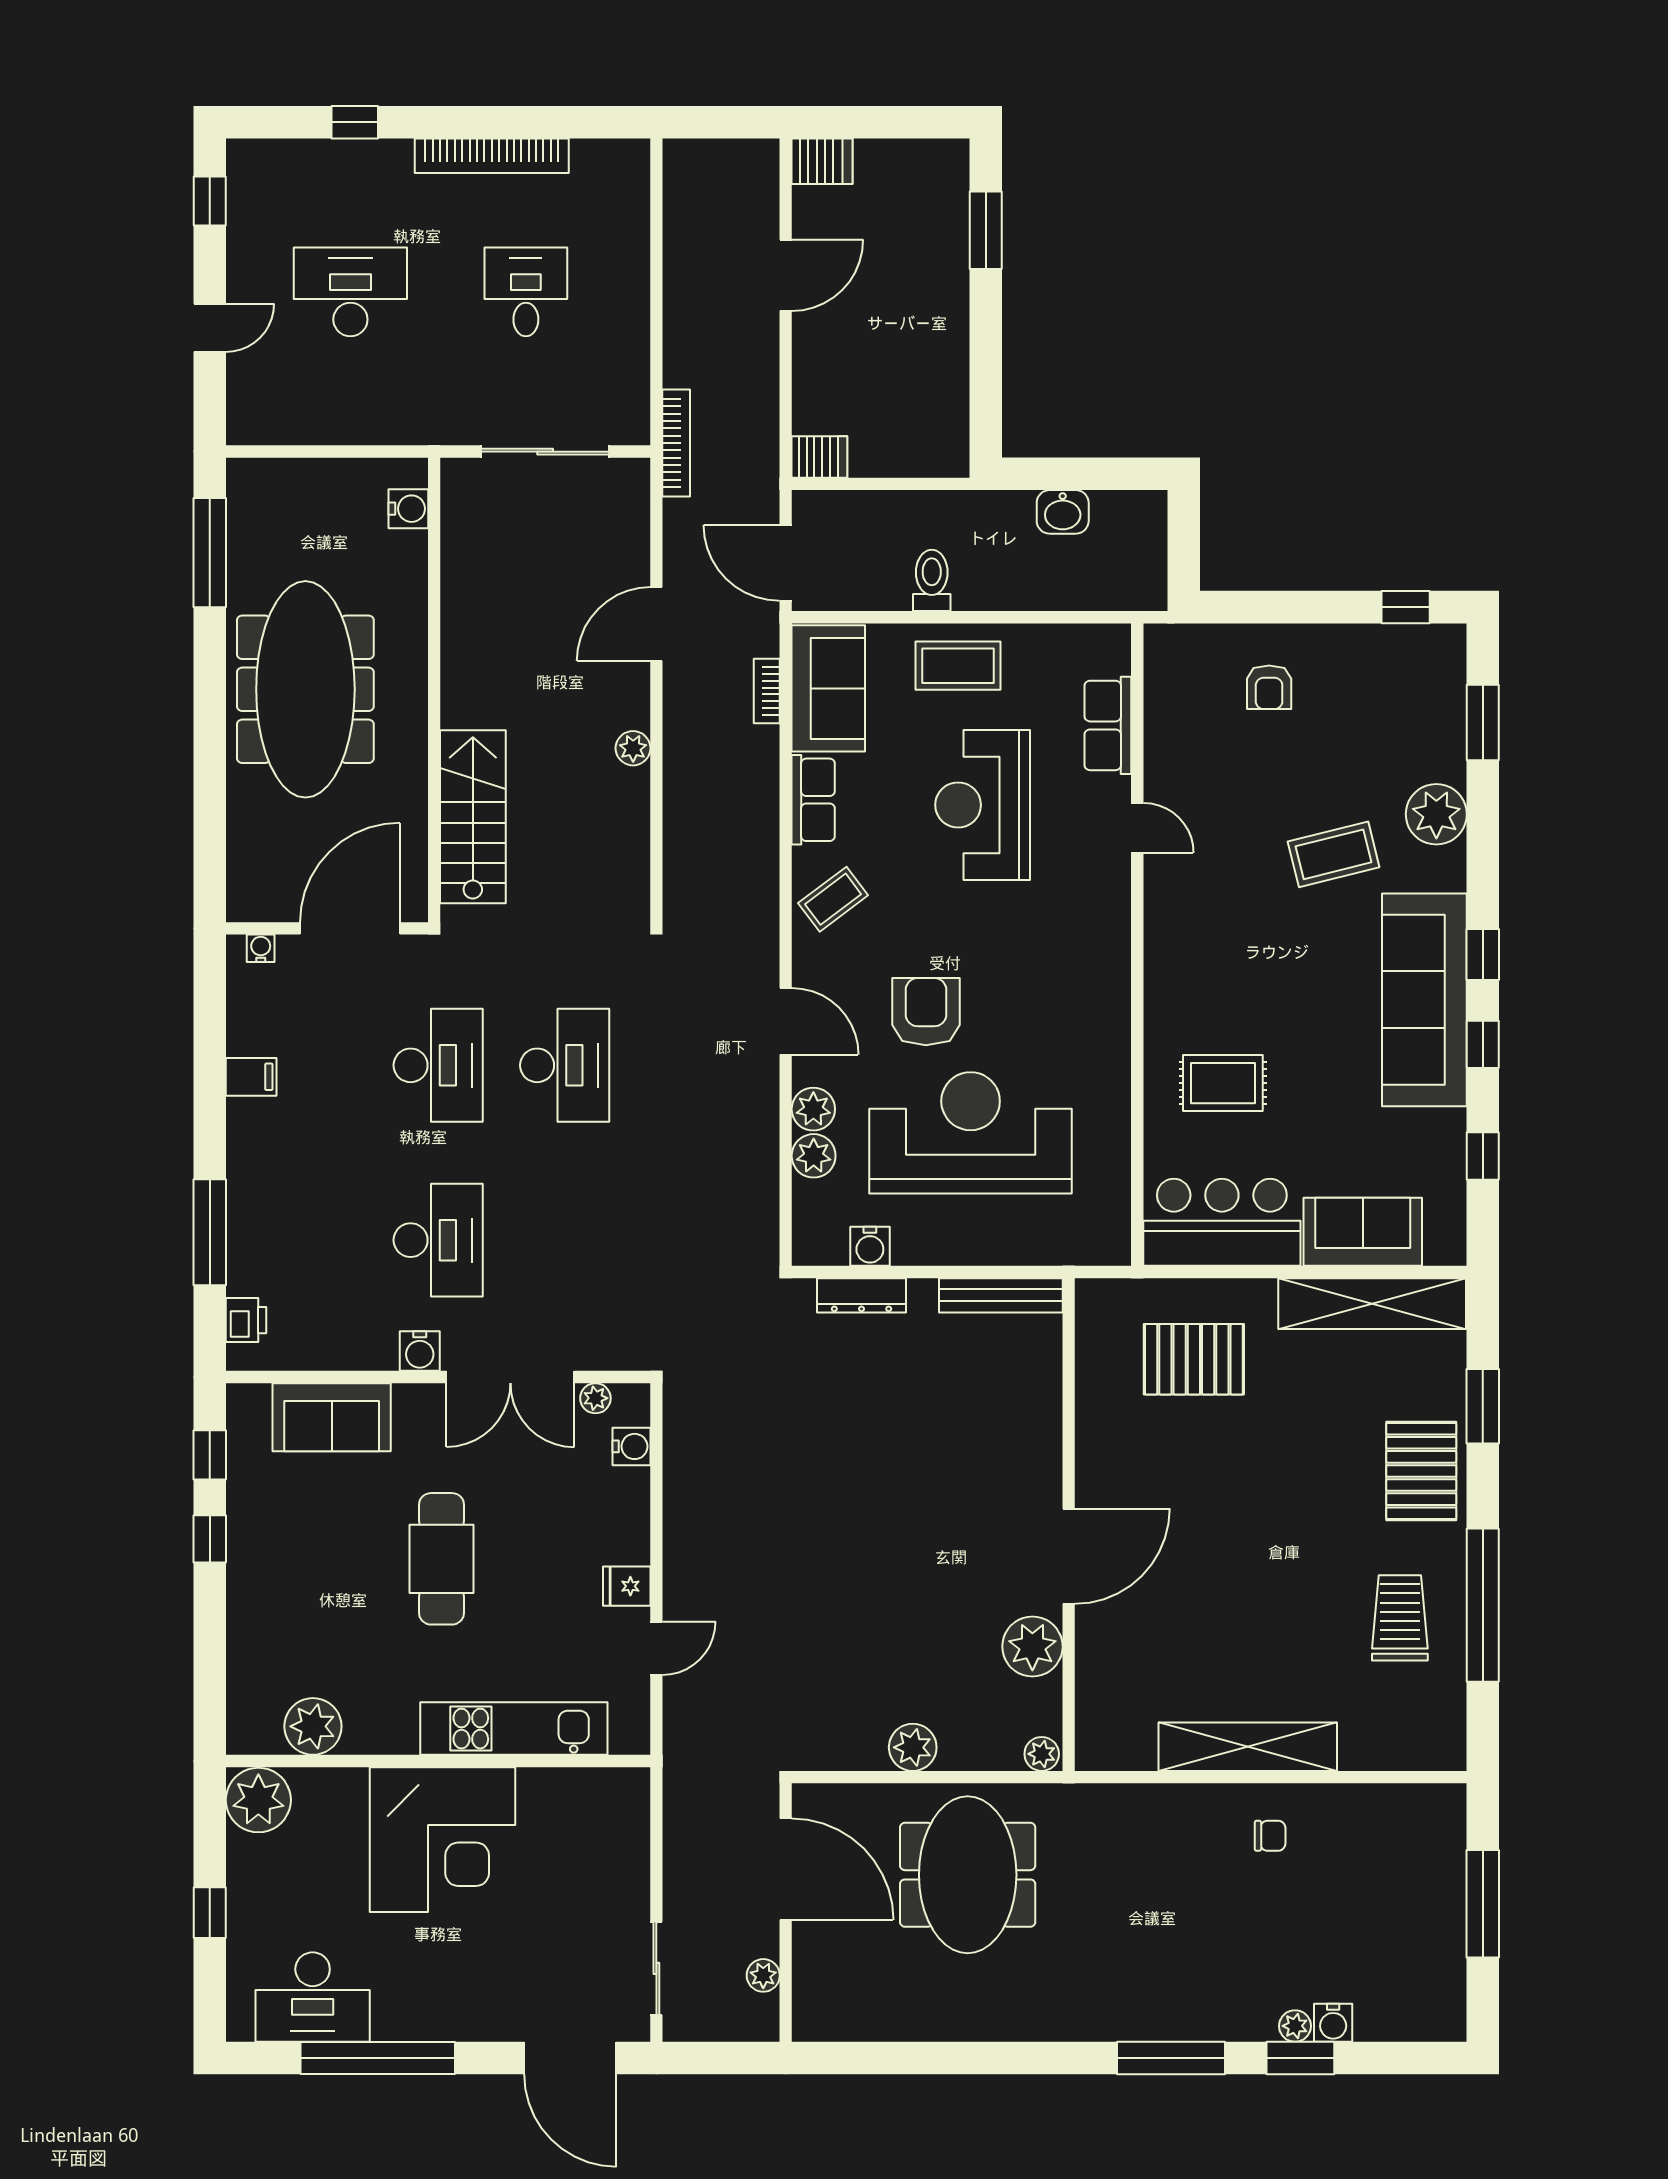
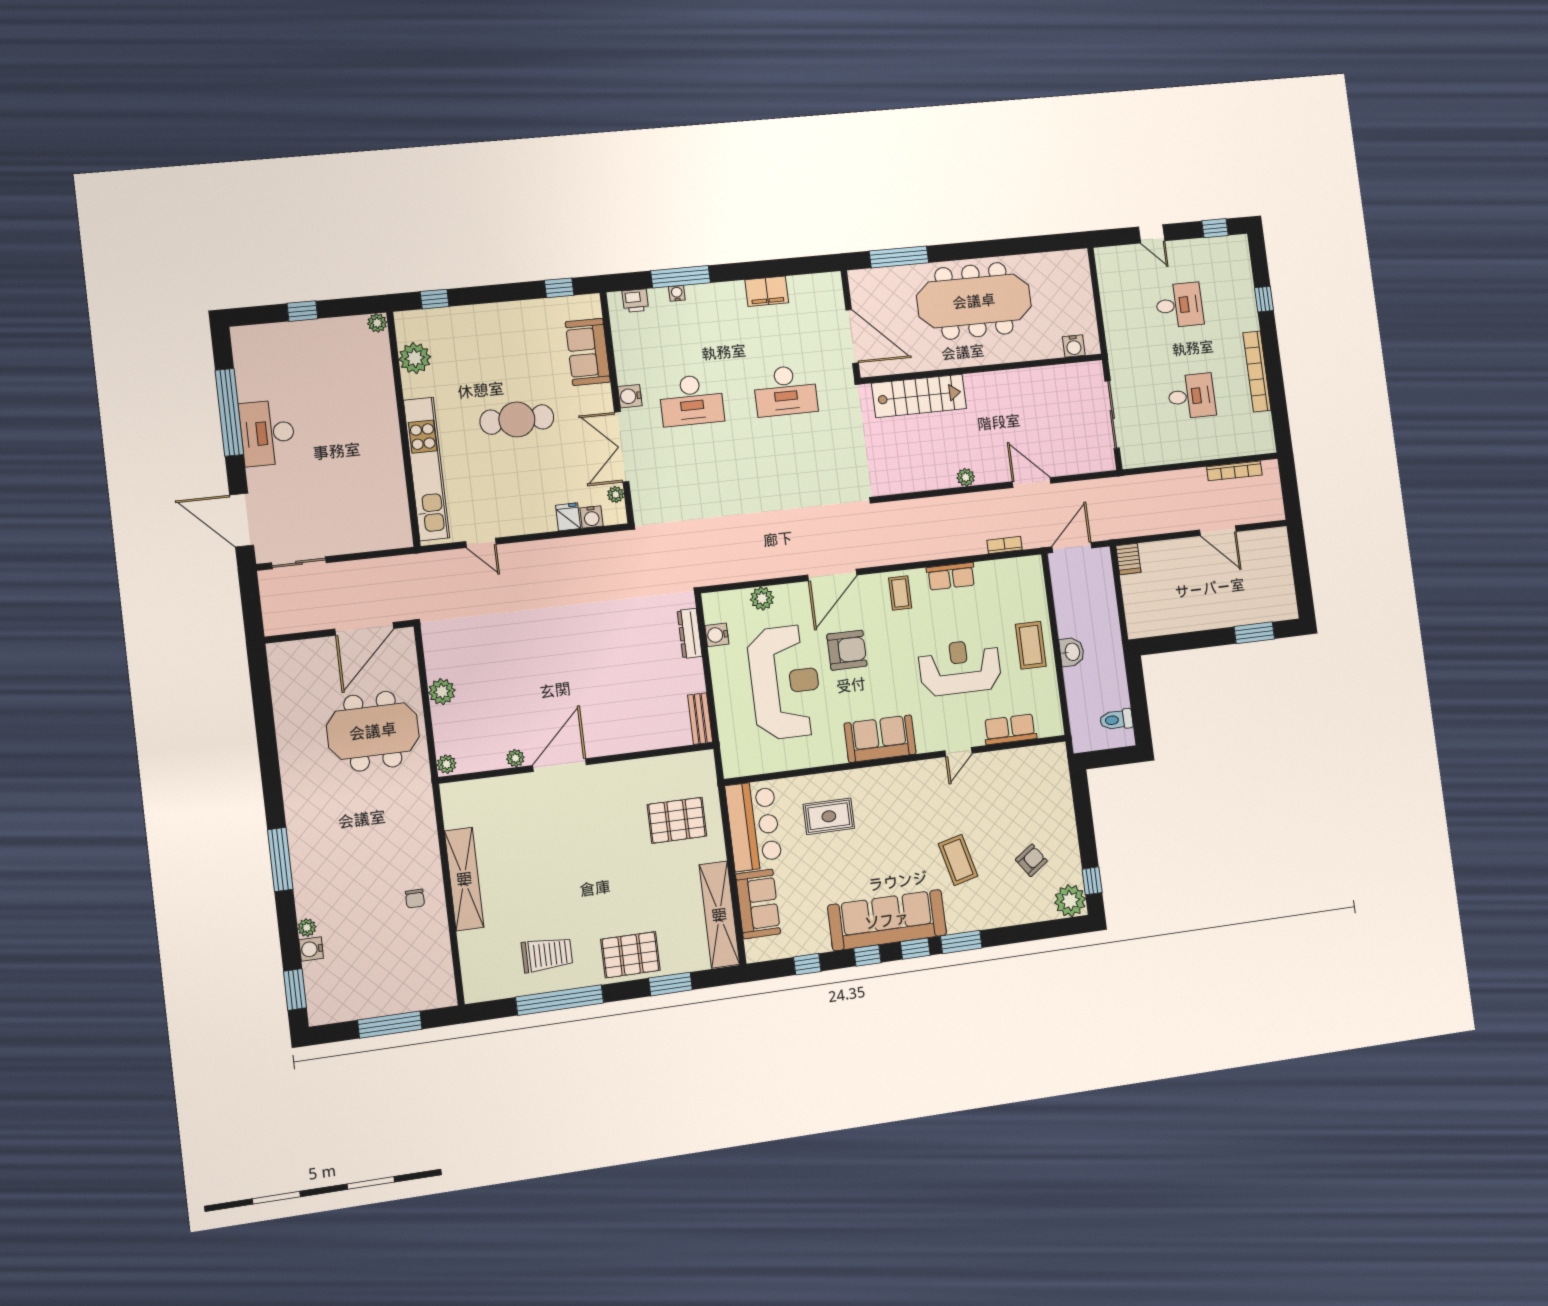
server rack: (822, 161) -> (1277, 543), removed
desk: (350, 292) -> (1179, 305), width x0.73
bookcase: (676, 443) -> (1234, 471), moved
washbasin: (1063, 512) -> (1072, 652), moved, turned 180
window: (210, 553) -> (899, 257), moved
toilet: (932, 580) -> (1116, 720), moved, turned 180
armchair: (1269, 687) -> (1031, 860), moved, turned 145
sofa: (828, 688) -> (880, 739), moved, turned 180
window: (1483, 722) -> (961, 942), moved
plant: (1436, 814) -> (1070, 901), moved
coffee table: (833, 899) -> (900, 593), turned 37
water cooler: (261, 948) -> (677, 293), moved, turned -90
door: (786, 1021) -> (832, 575), width x1.36
desk: (565, 1065) -> (794, 459), removed
filing cabinet: (251, 1077) -> (767, 291), width x2.00
rug: (1223, 1083) -> (829, 816), turned 90
plant: (813, 1109) -> (787, 595), removed
bench: (1001, 1295) -> (700, 719), width x0.73
pallet: (1194, 1359) -> (677, 820), turned 90
window: (210, 1539) -> (435, 299), moved
door: (1069, 1556) -> (560, 765), swing flipped
fridge: (627, 1586) -> (568, 517), moved
plant: (1032, 1647) -> (515, 758), width x0.53, depth x0.53
kitchen unit: (514, 1729) -> (427, 469), width x1.36
plant: (258, 1800) -> (377, 323), width x0.53, depth x0.53
corner desk: (442, 1840) -> (359, 436), removed
plant: (763, 1975) -> (302, 623), removed
desk: (313, 1997) -> (267, 433), moved
door: (570, 2058) -> (242, 520), hinge flipped
window: (1300, 2058) -> (295, 990), moved

